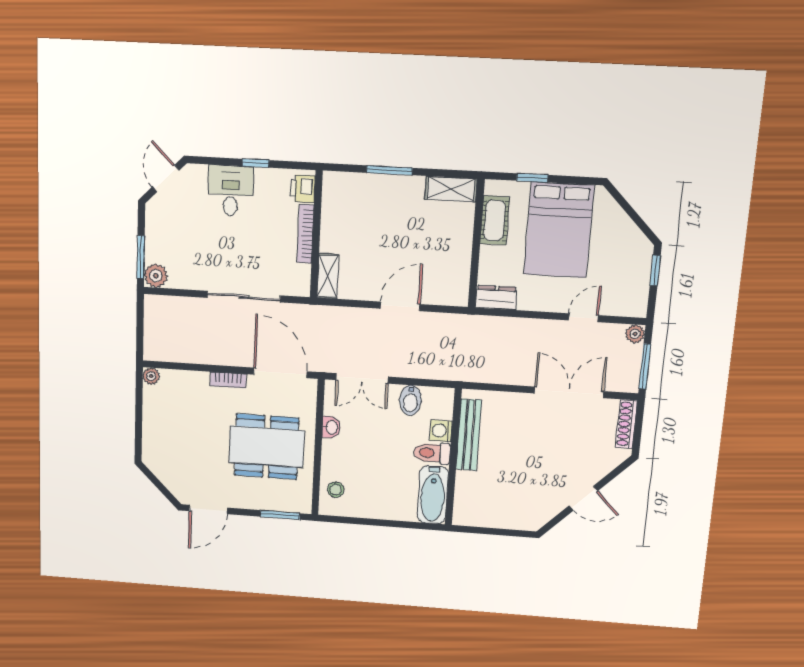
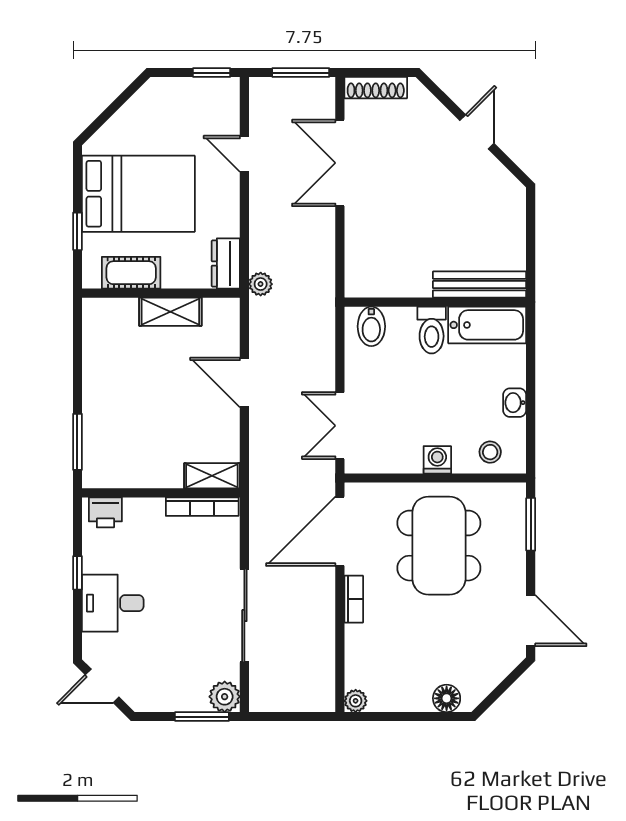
window: (389, 170) -> (77, 442), moved
shelving: (451, 189) -> (170, 312), moved, turned 90
bookcase: (305, 234) -> (202, 507), moved
window: (655, 270) -> (212, 73), moved
sliding door: (244, 297) -> (244, 616), moved
plant: (635, 334) -> (261, 284), moved
double door: (362, 378) -> (340, 426), swing flipped
bidet: (410, 400) -> (371, 326), moved, turned 90
washbasin: (331, 427) -> (515, 403), moved, turned -90
washing machine: (441, 431) -> (437, 460), moved, turned 180
bench: (469, 435) -> (480, 285), moved
floor lamp: (152, 444) -> (447, 698), added

